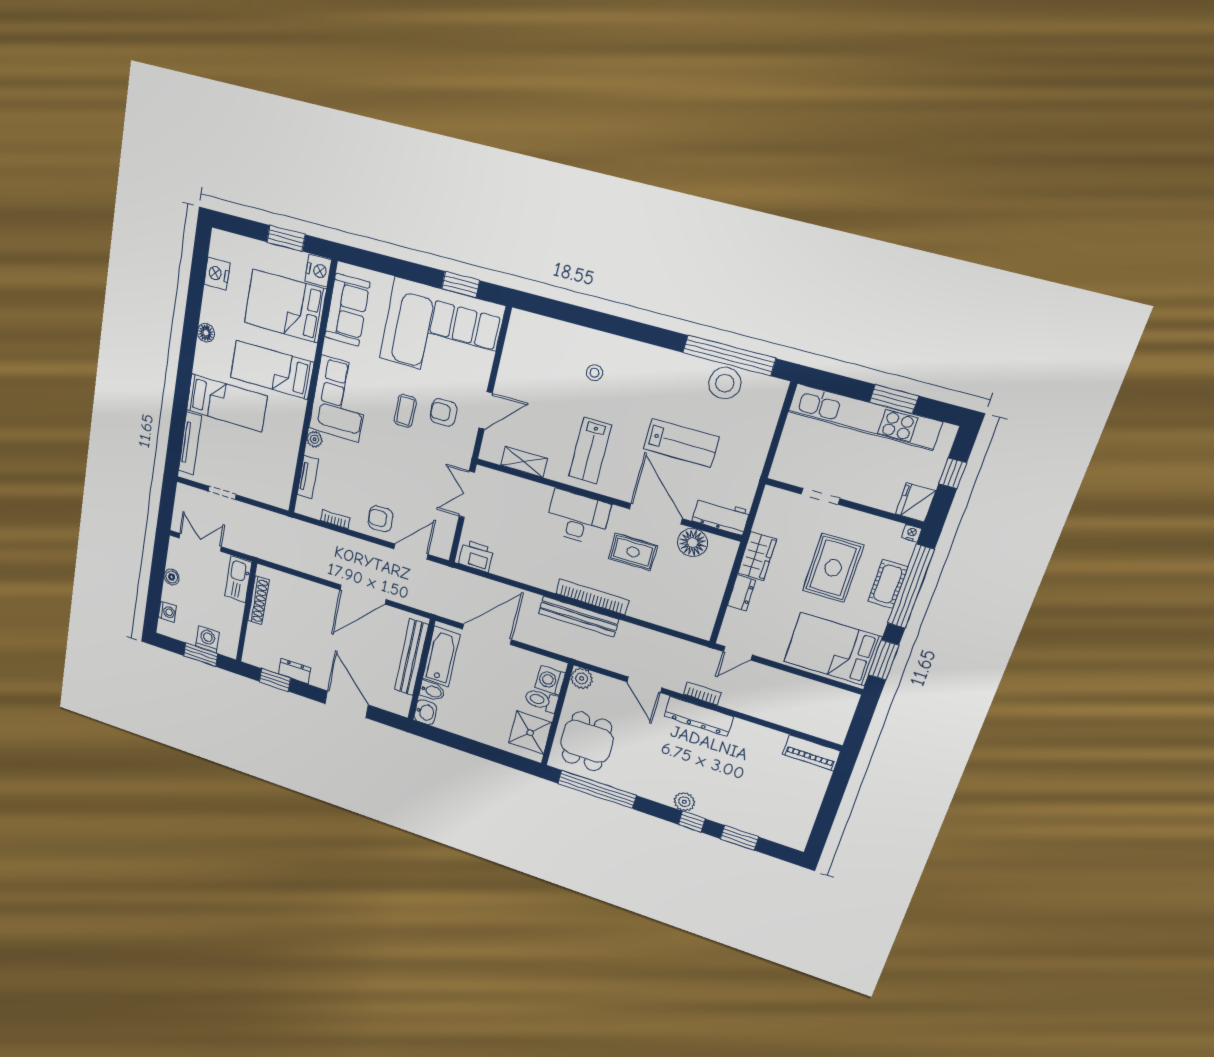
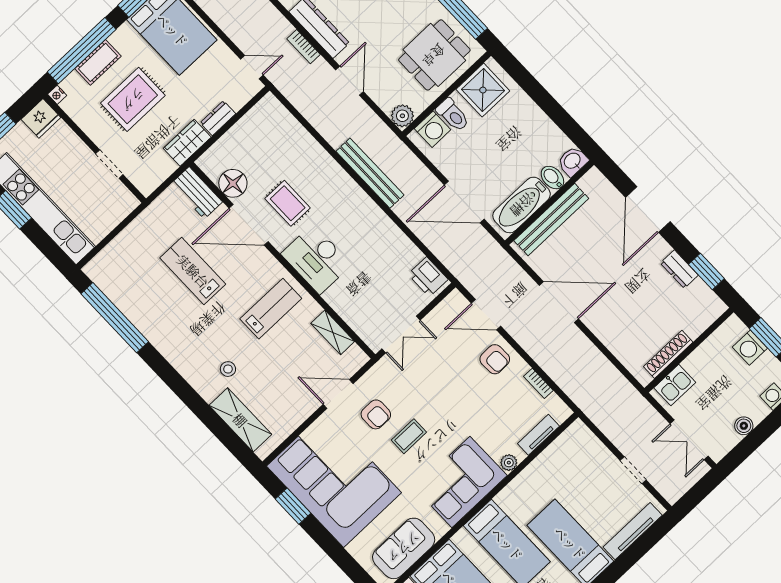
shelving: (555, 333) -> (240, 420), added
stool: (725, 383) -> (131, 298), removed
door: (656, 514) -> (249, 225), hinge flipped
kitchen sink: (238, 579) -> (675, 385), width x0.73
bookcase: (592, 597) -> (347, 184), removed

